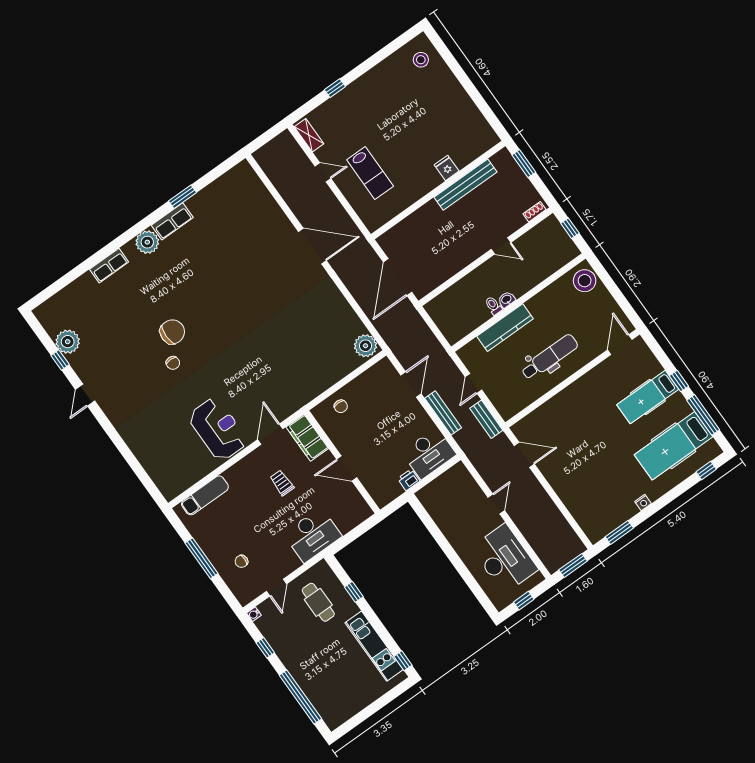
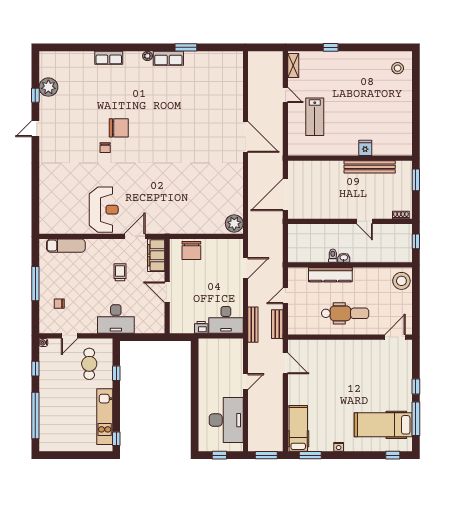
plant: (147, 242) -> (148, 56), width x0.53, depth x0.53
hospital bed: (648, 397) -> (298, 428), moved, turned 90
chair: (341, 406) -> (191, 250), width x1.87, depth x1.87
bench: (443, 413) -> (253, 325), moved

